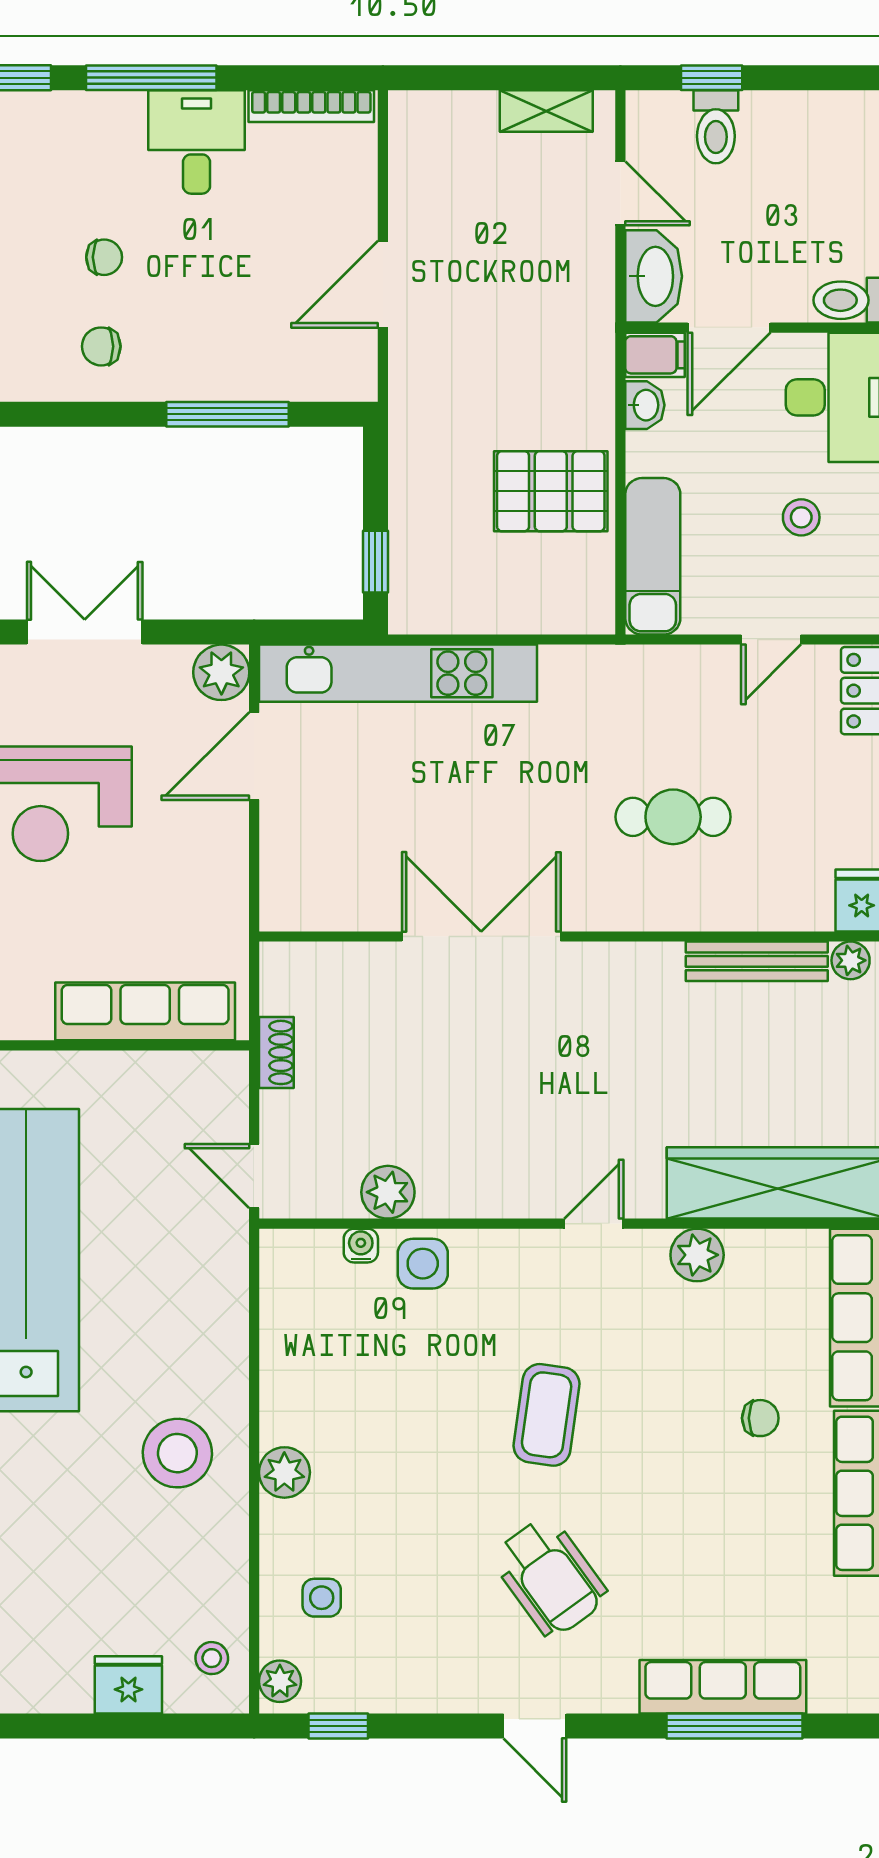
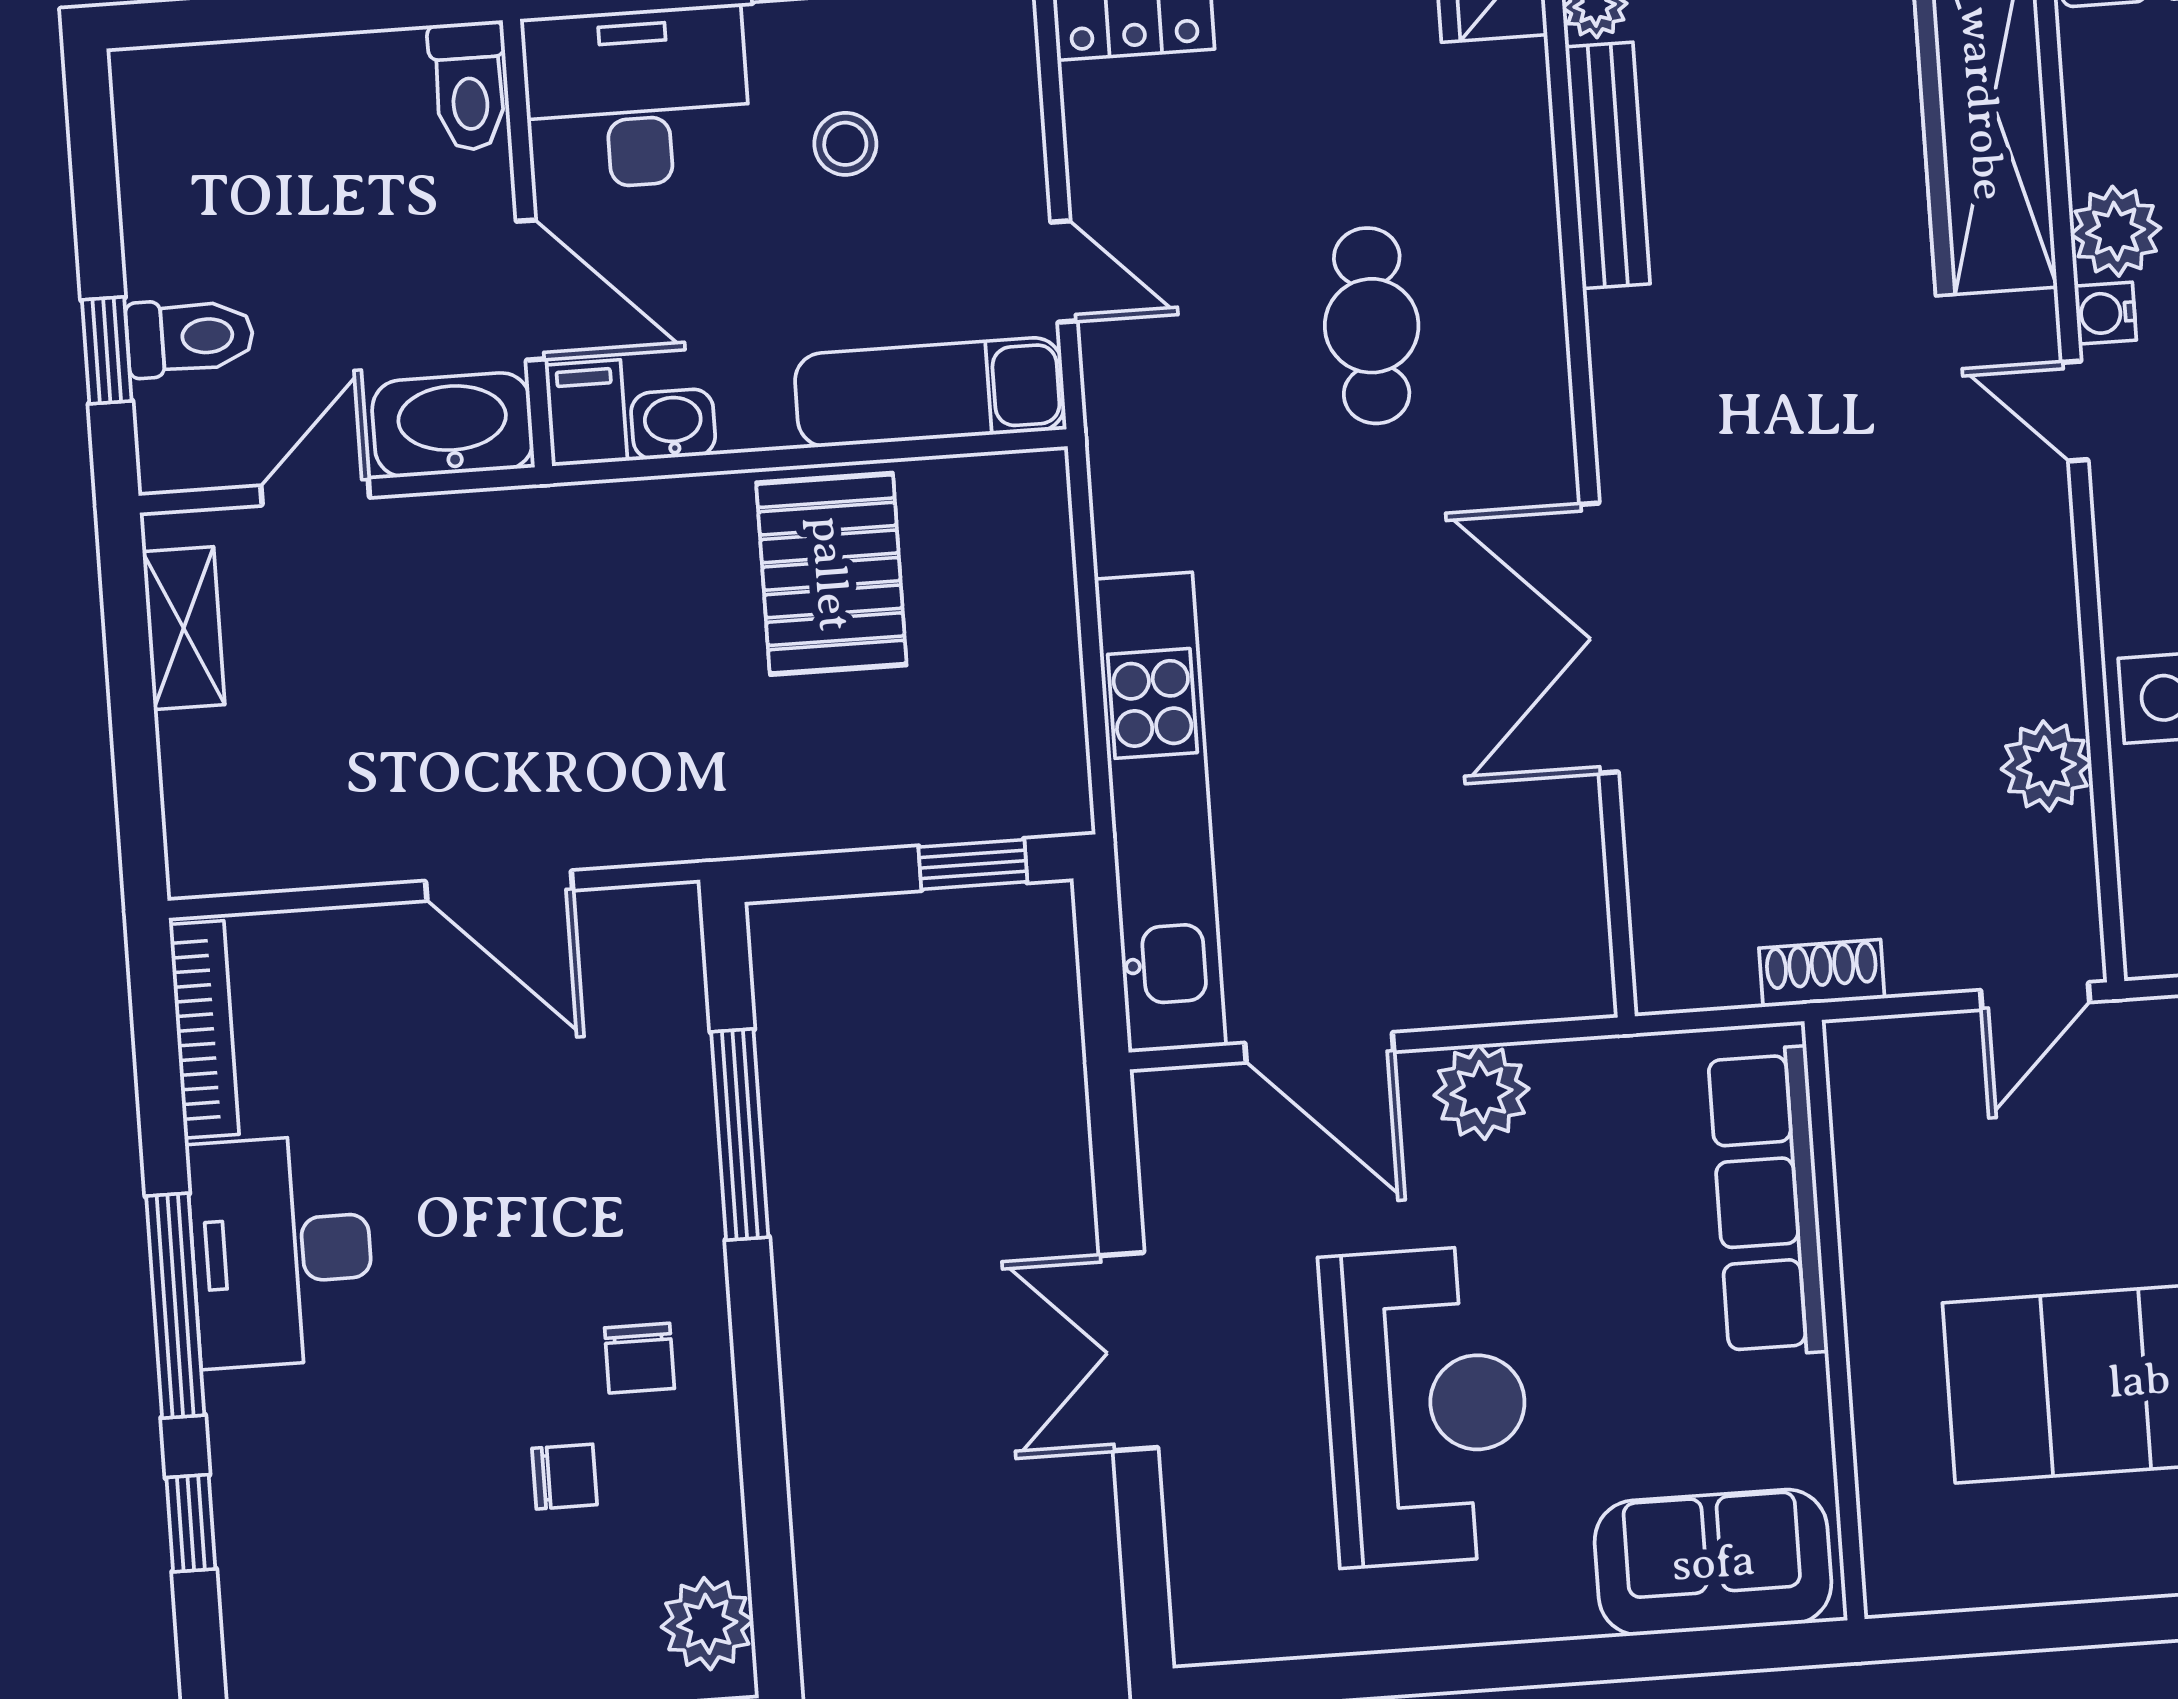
desk: (197, 142) -> (281, 1251), width x1.37
chair: (104, 257) -> (564, 1477), moved, turned 90
door: (771, 640) -> (1064, 272), moved
plant: (221, 672) -> (1481, 1092), moved
water cooler: (361, 1246) -> (2105, 313), moved

